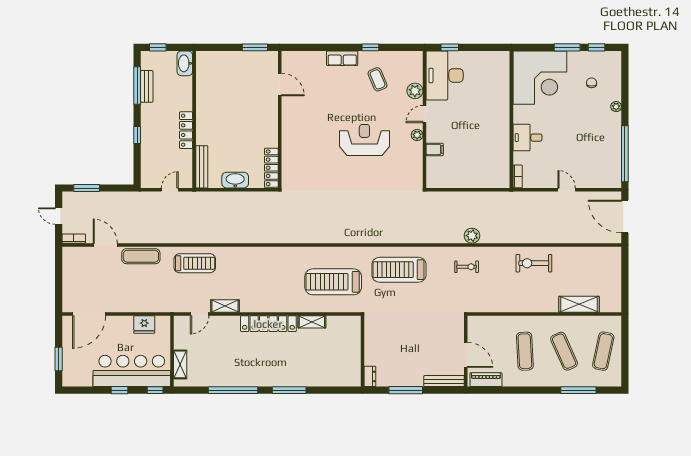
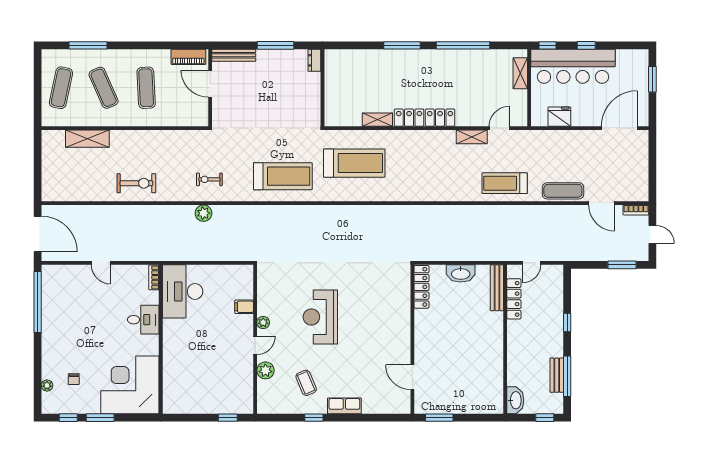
desk: (445, 75) -> (183, 291), moved, turned 180
plant: (616, 107) -> (47, 385), moved
locker: (186, 130) -> (514, 299), moved
reception desk: (364, 140) -> (320, 317), turned 90

